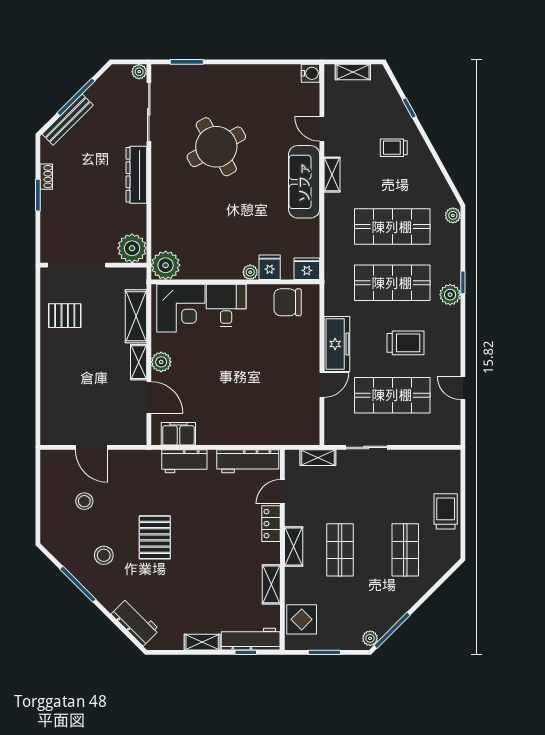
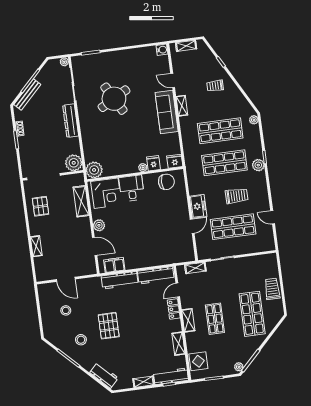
chair: (288, 302) -> (166, 182), turned 180
pallet: (65, 316) -> (41, 206), turned 90
freezer: (337, 344) -> (198, 206), width x0.71
shelving: (139, 362) -> (36, 246), moved
workbench: (184, 461) -> (120, 280), width x1.37
shop shelf: (405, 550) -> (252, 314), width x1.43, depth x1.36

